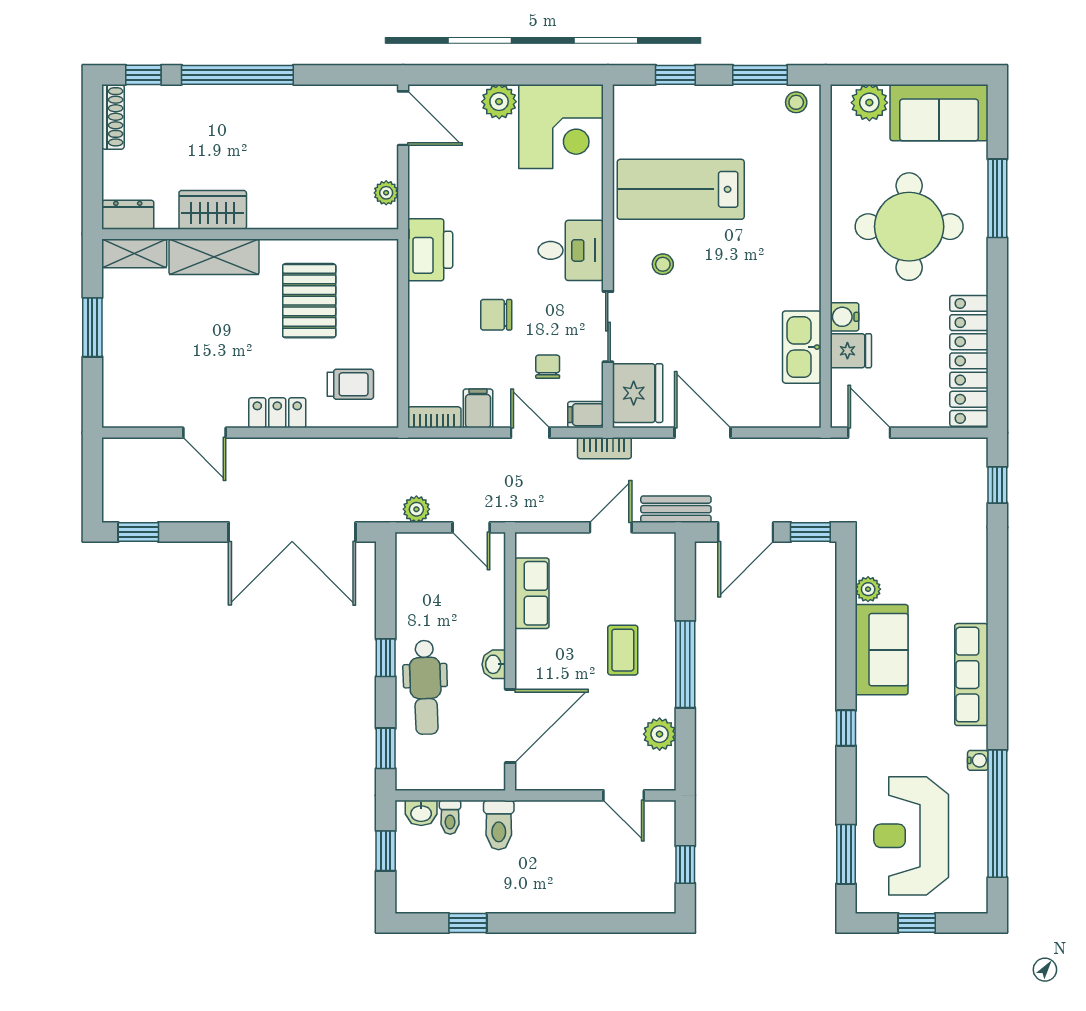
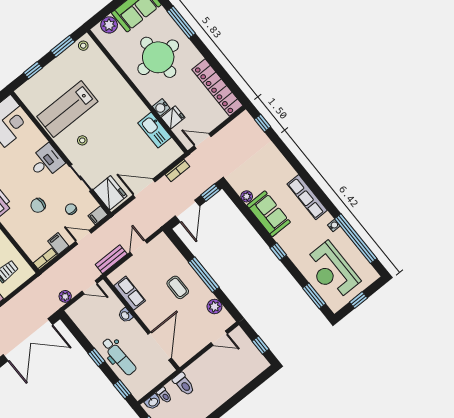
bookcase: (604, 448) -> (177, 170), moved
bench: (676, 509) -> (111, 259), moved
washbasin: (494, 664) -> (125, 315), moved

